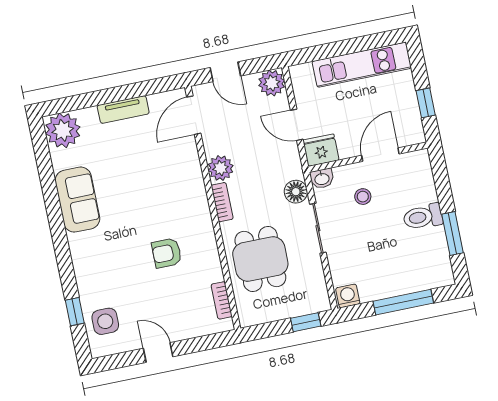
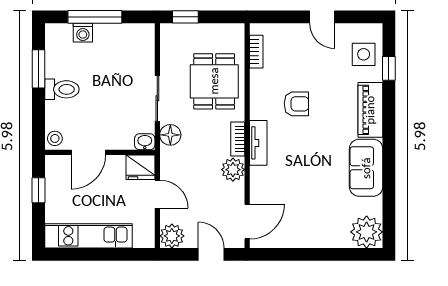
tv unit: (123, 110) -> (258, 143), moved, turned 90
stool: (363, 197) -> (55, 138), moved
piano: (86, 263) -> (370, 110), added
washing machine: (348, 296) -> (83, 33), moved

